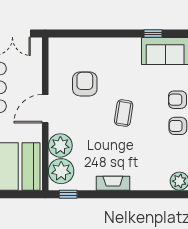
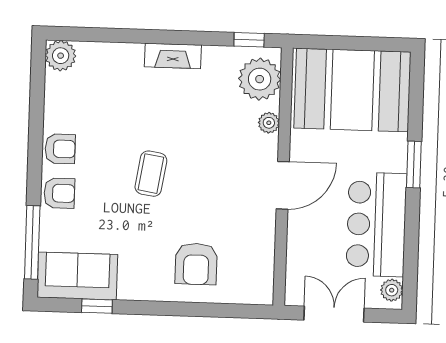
armchair: (85, 84) -> (196, 264), moved
plant: (60, 145) -> (269, 123), width x0.53, depth x0.53

